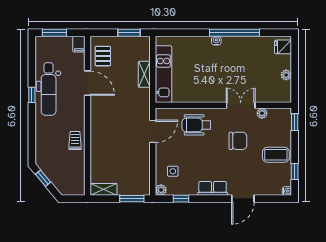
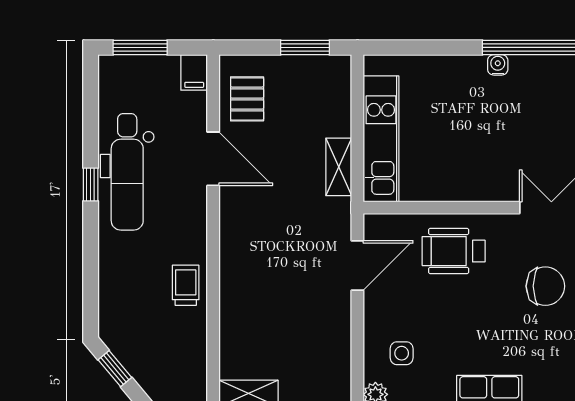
shelving: (144, 74) -> (339, 167), moved

